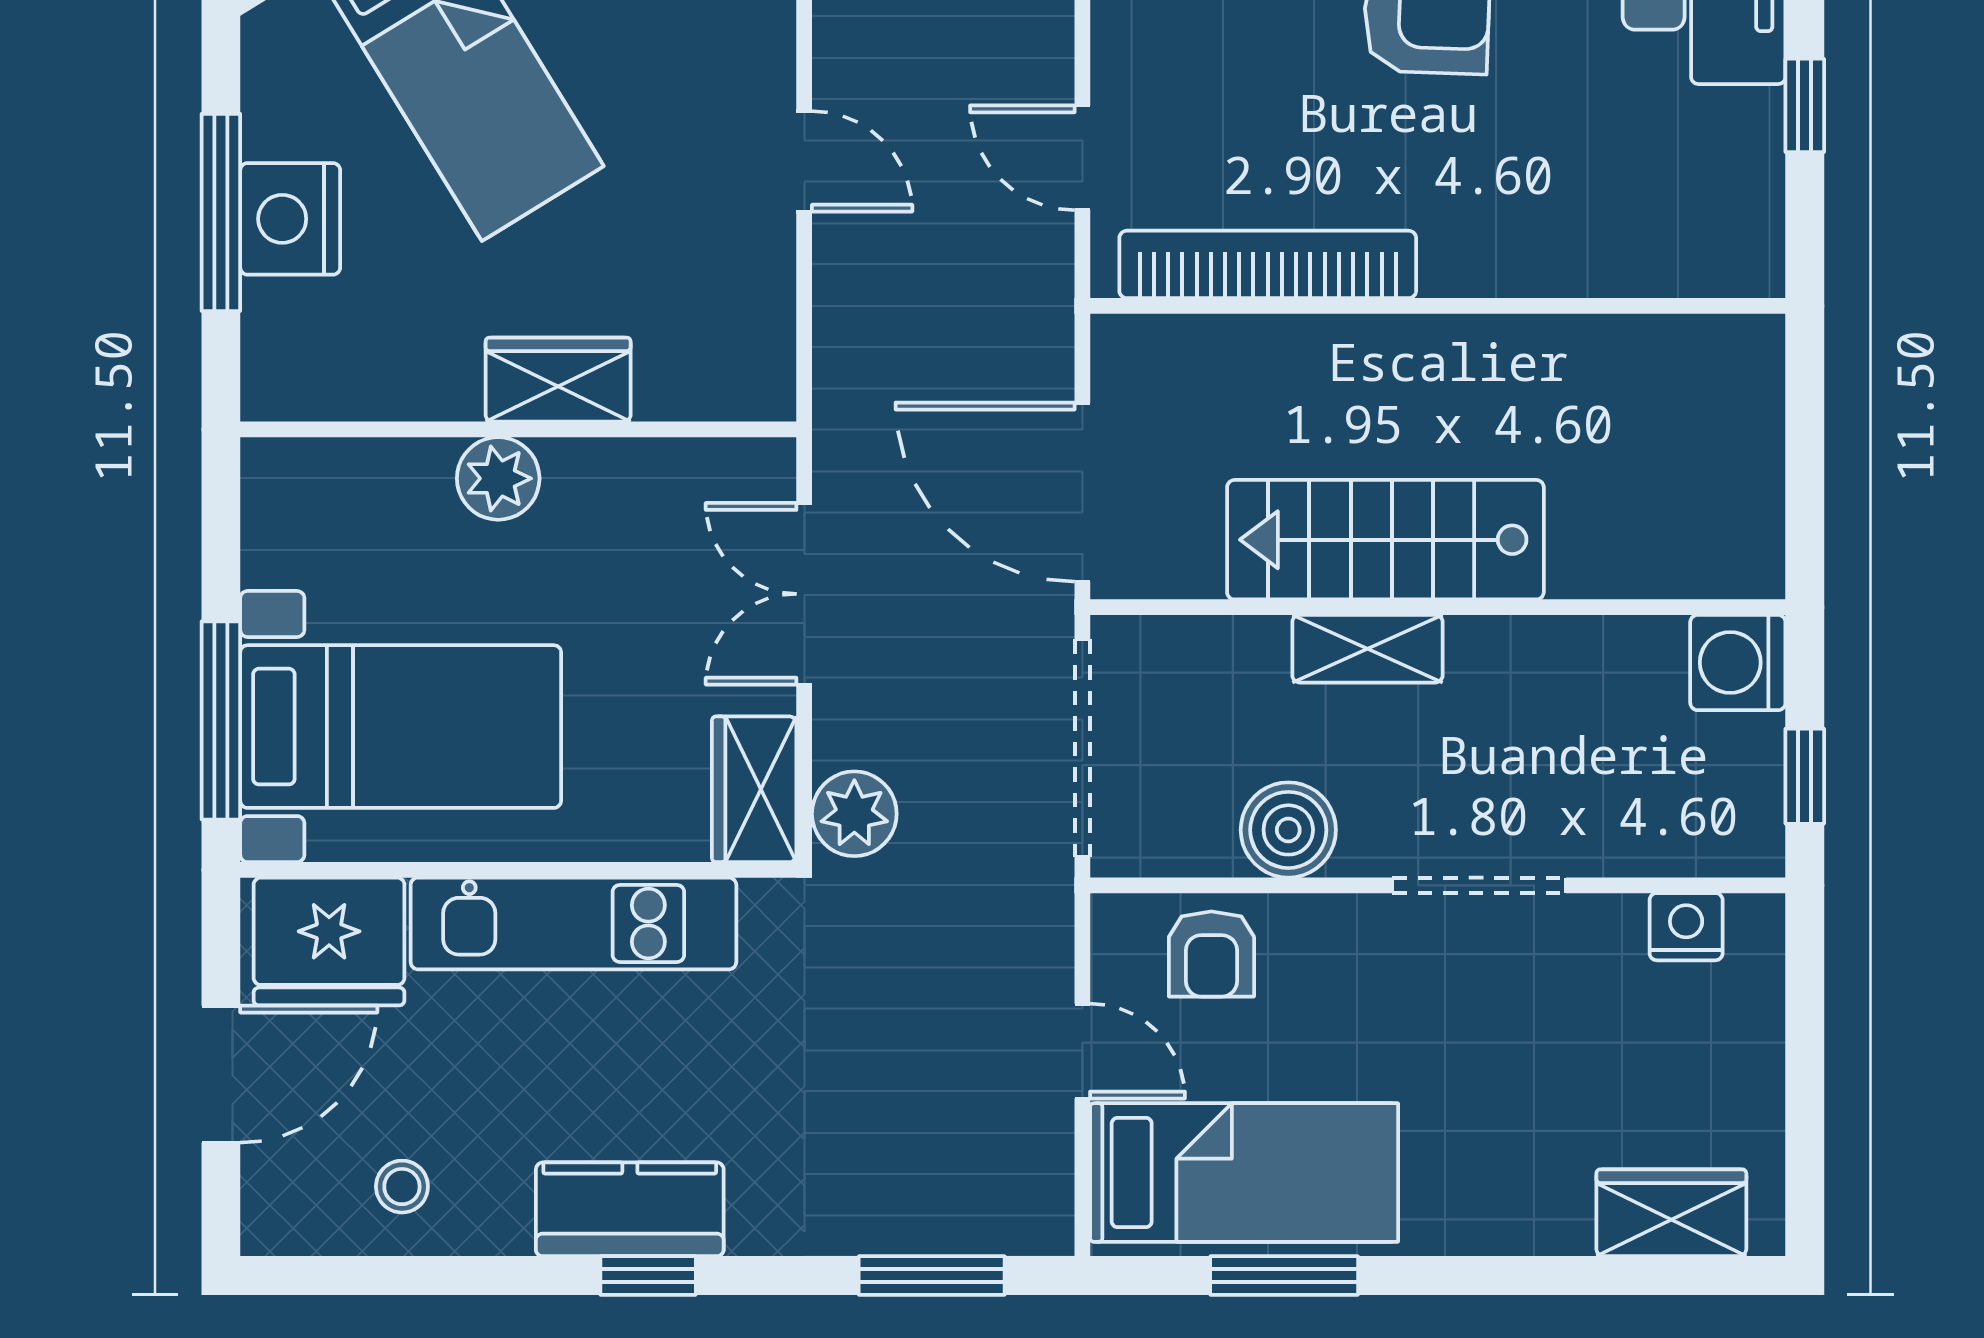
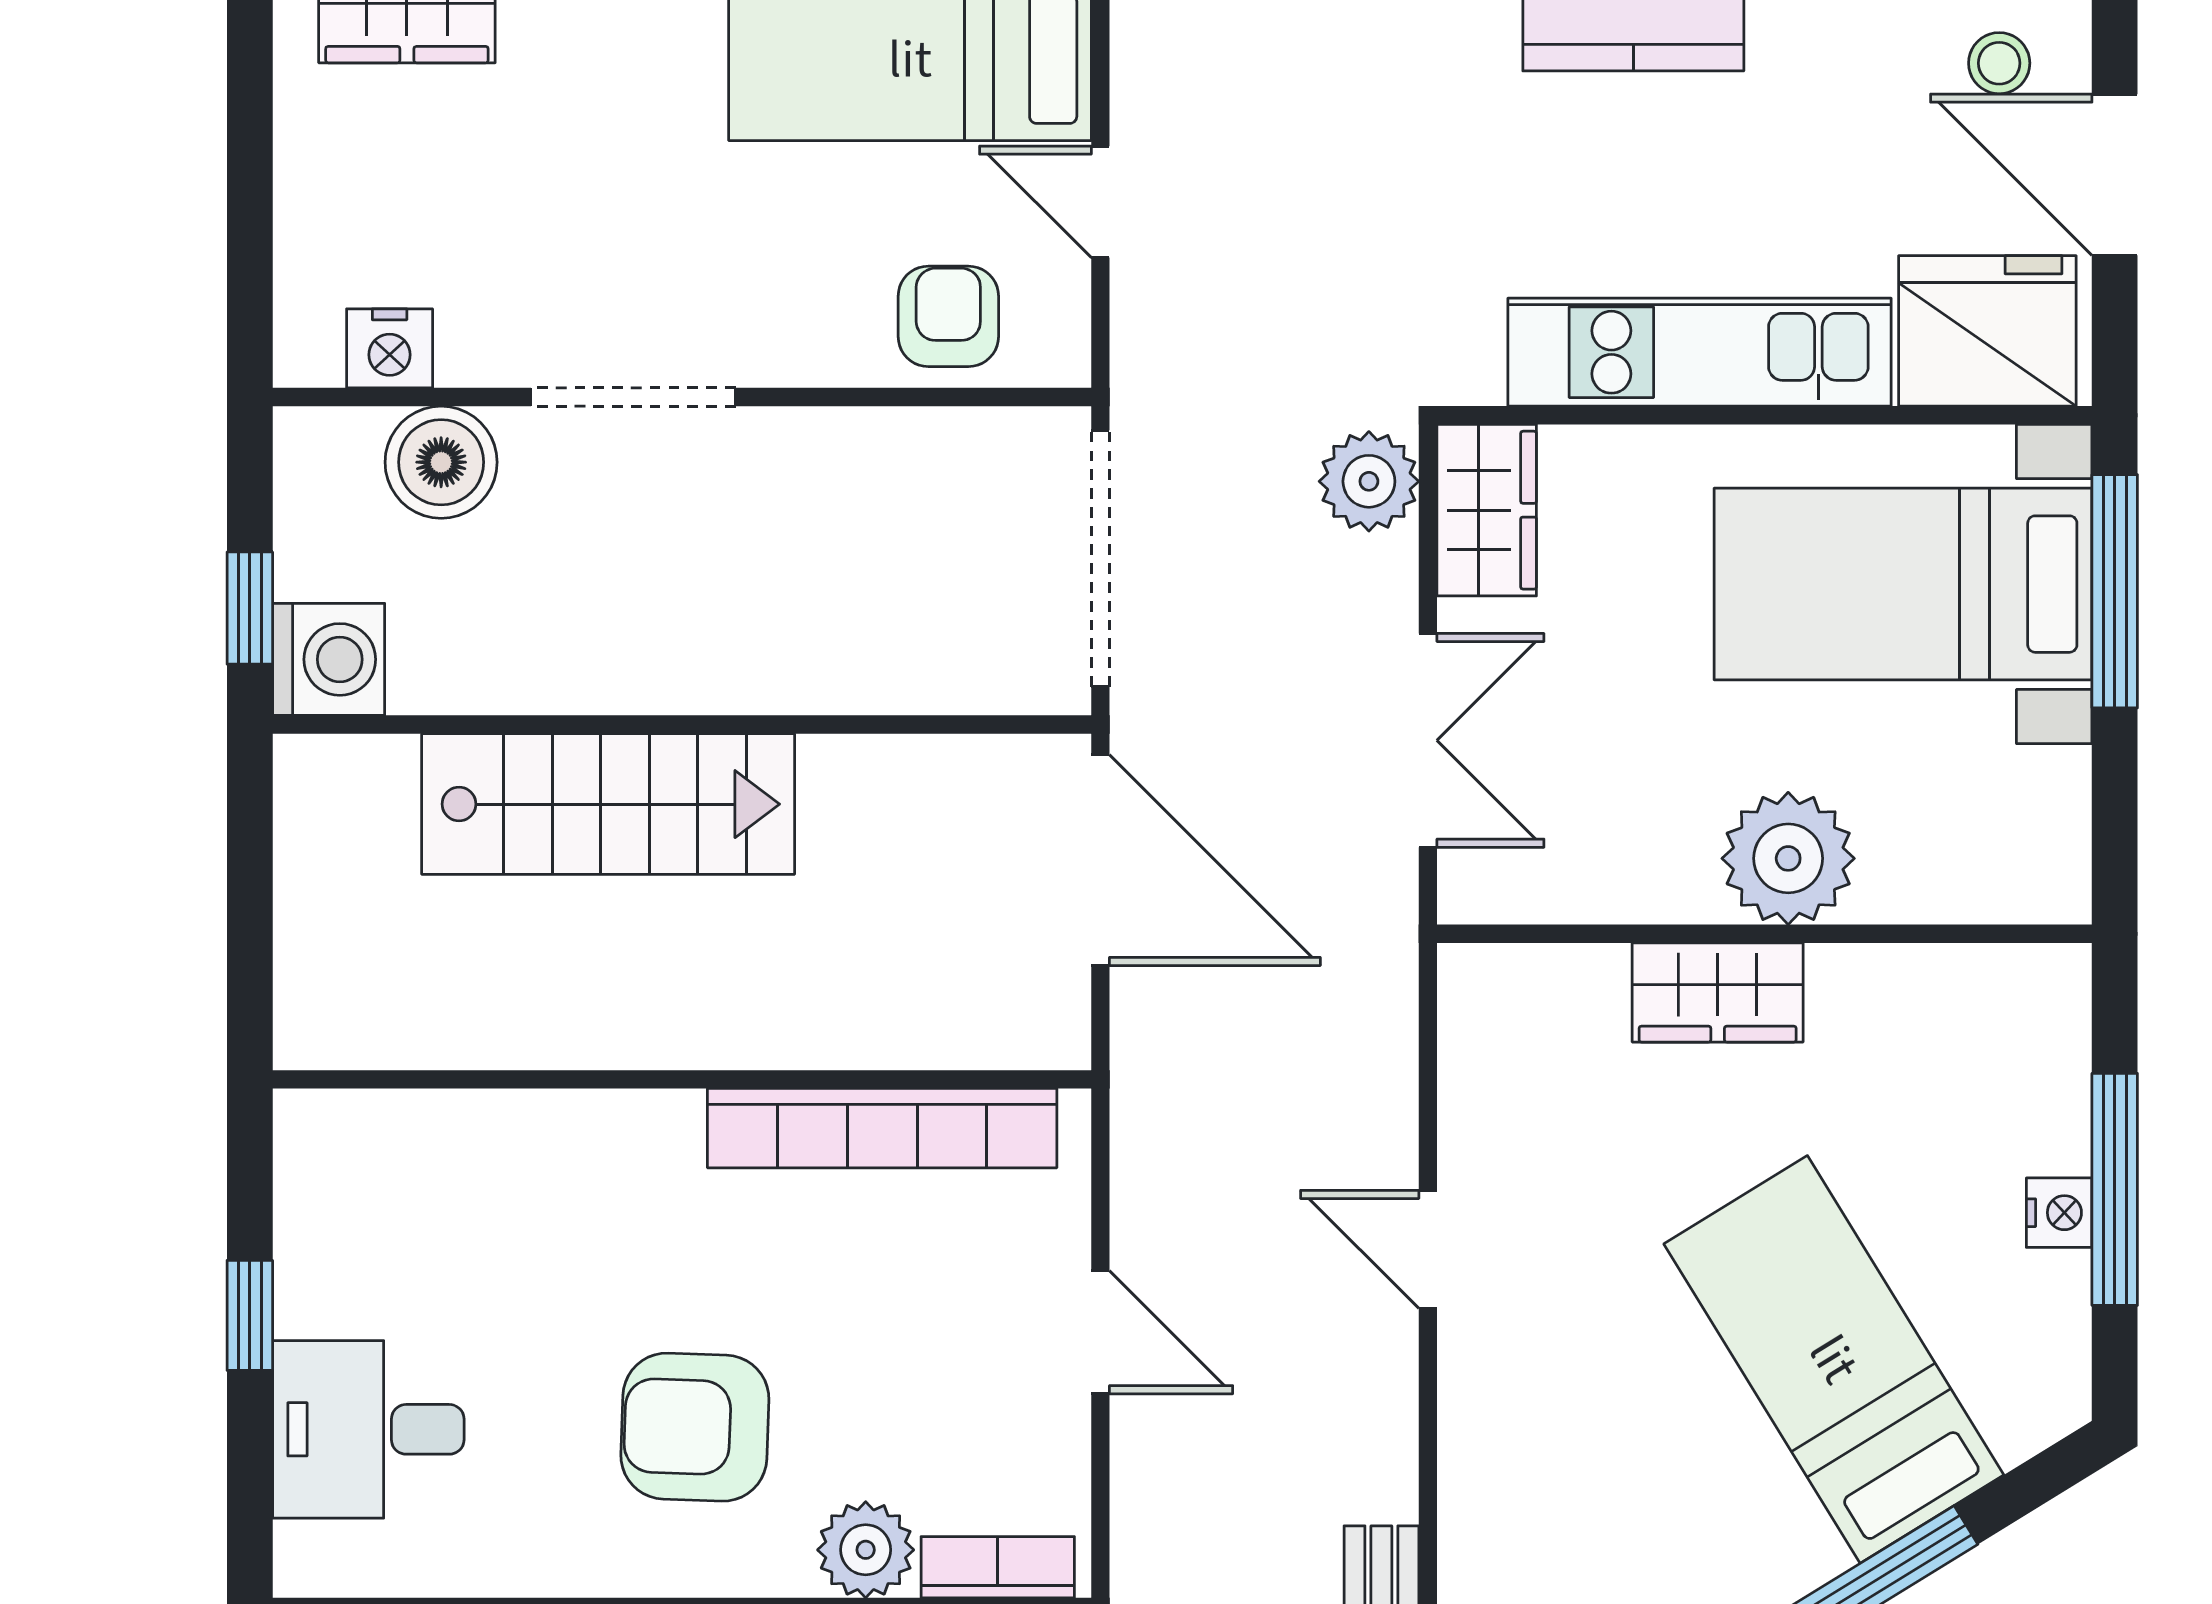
door: (1082, 158) -> (1100, 1332), moved
nightstand: (290, 219) -> (2059, 1213), width x0.53, depth x0.56
plant: (498, 478) -> (1788, 858), width x1.36, depth x1.36
stairs: (1385, 540) -> (608, 804), moved
shelving: (1367, 649) -> (765, 676), removed
window: (1805, 776) -> (250, 608), moved
boiler: (1288, 830) -> (441, 462), moved
door: (221, 1074) -> (2115, 175), hinge flipped
stool: (402, 1187) -> (1999, 63), moved

